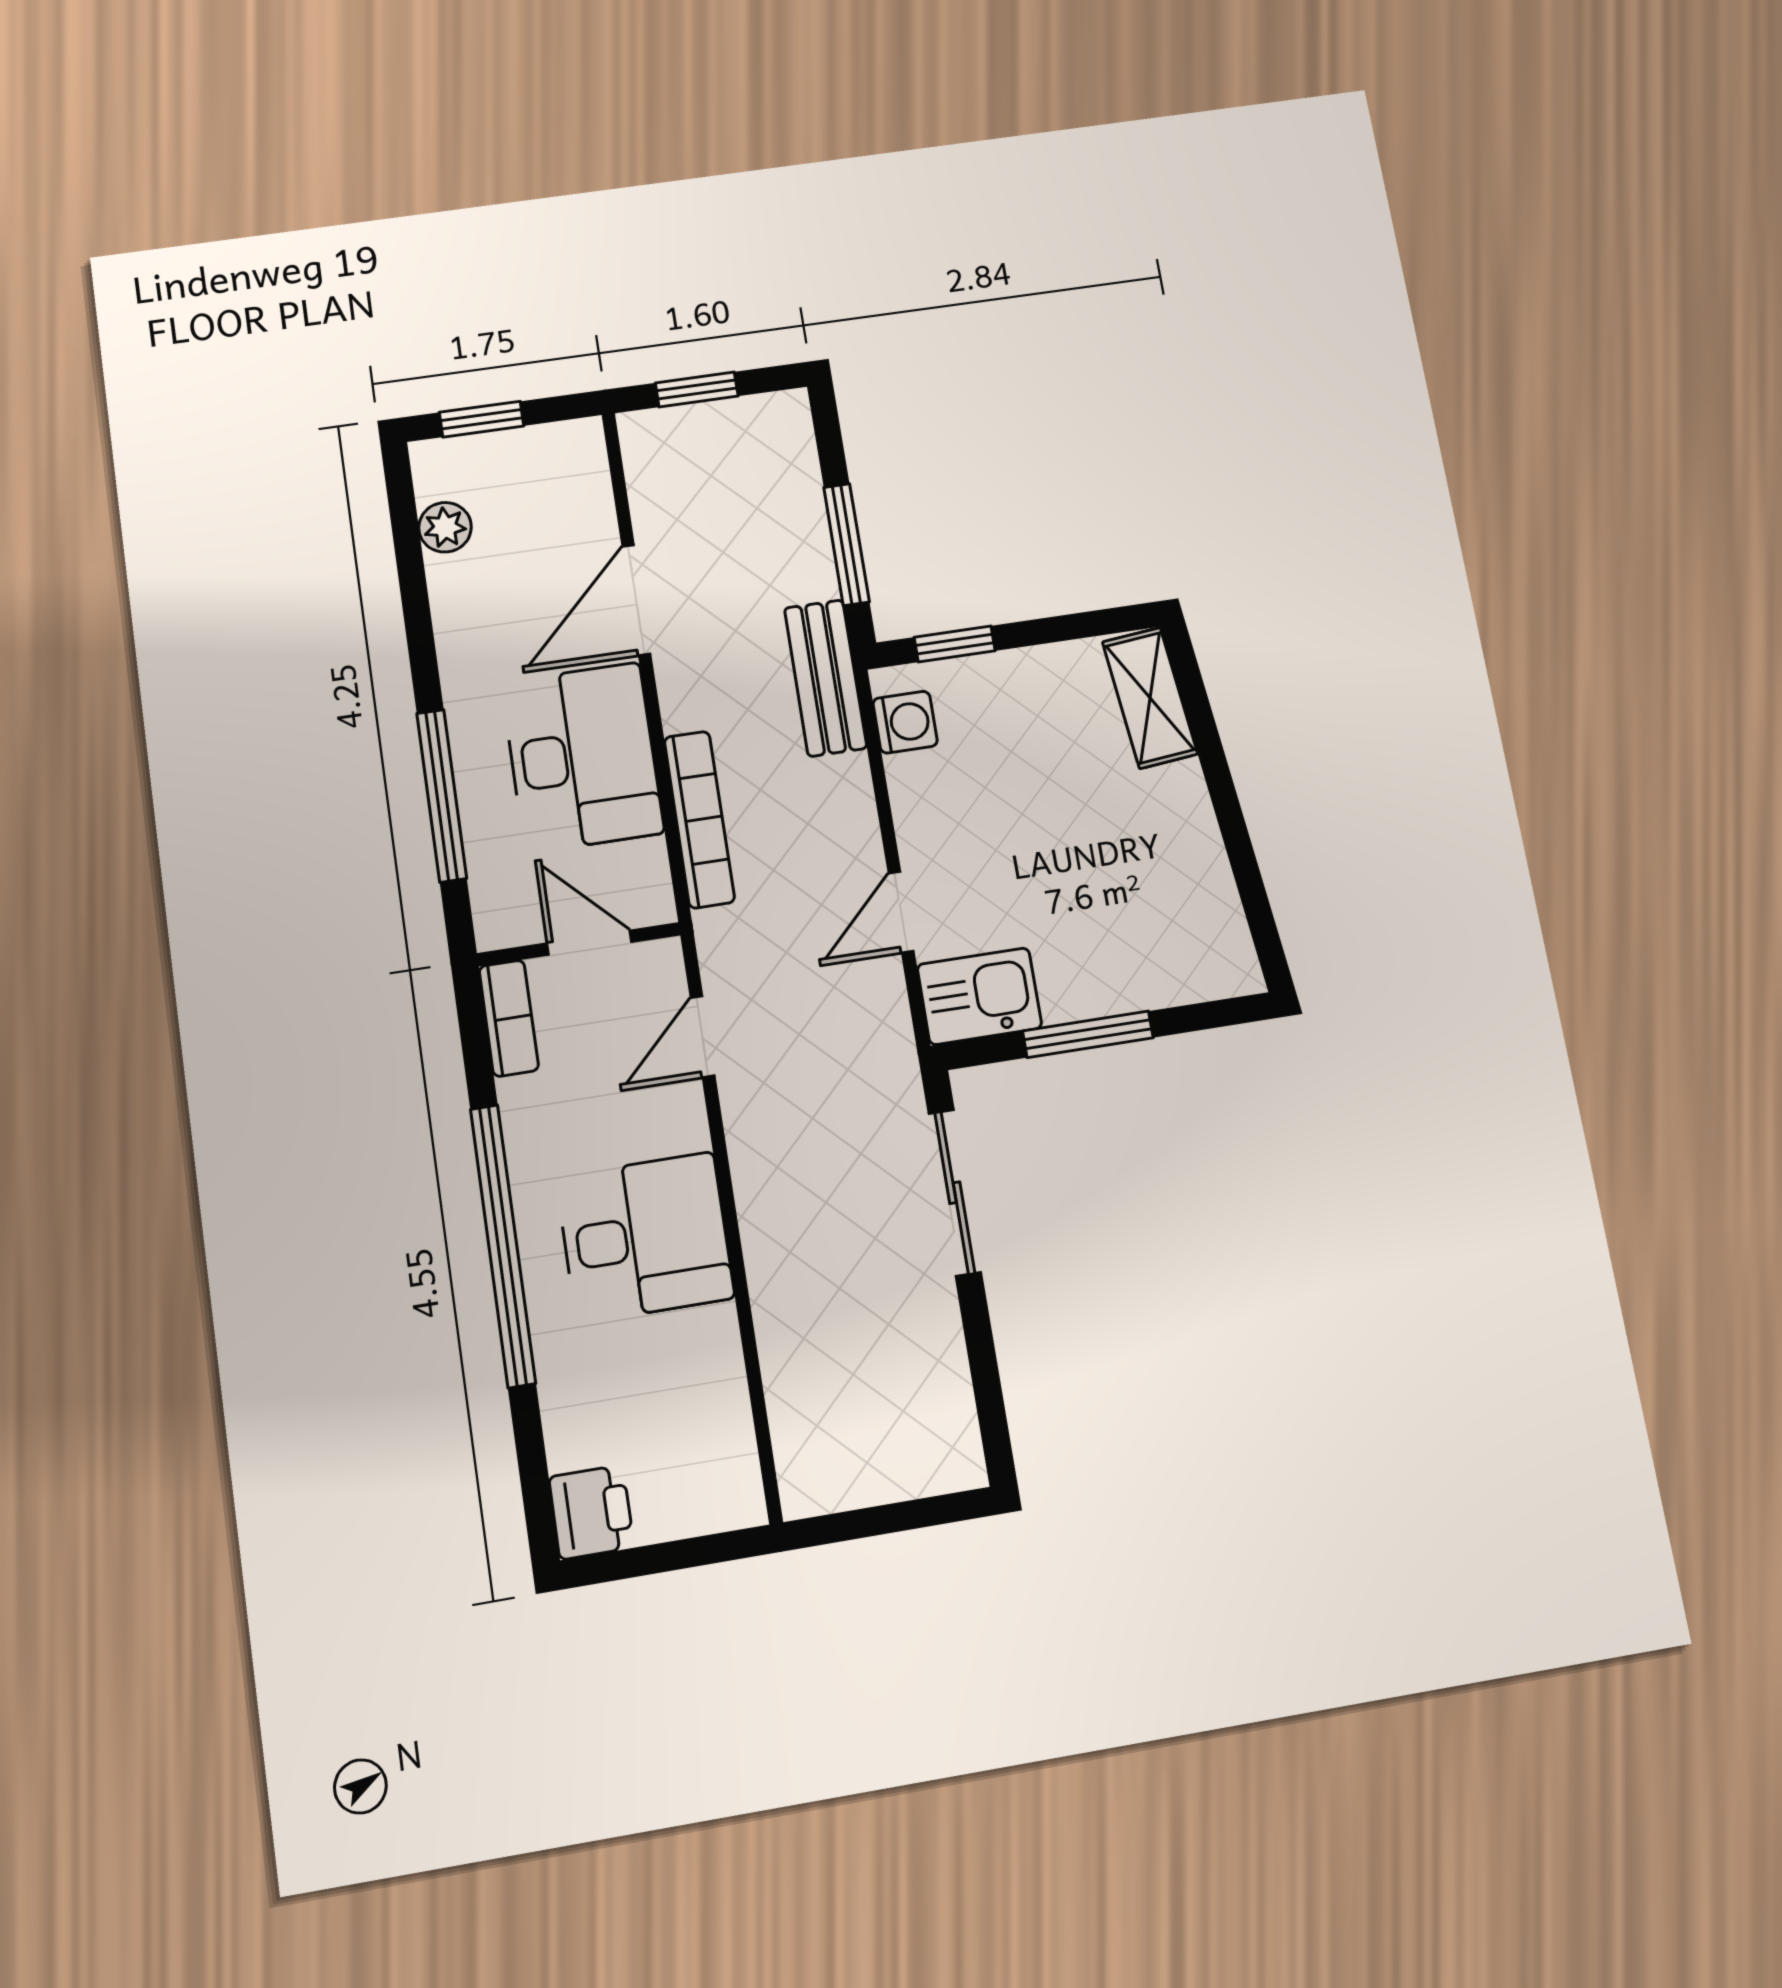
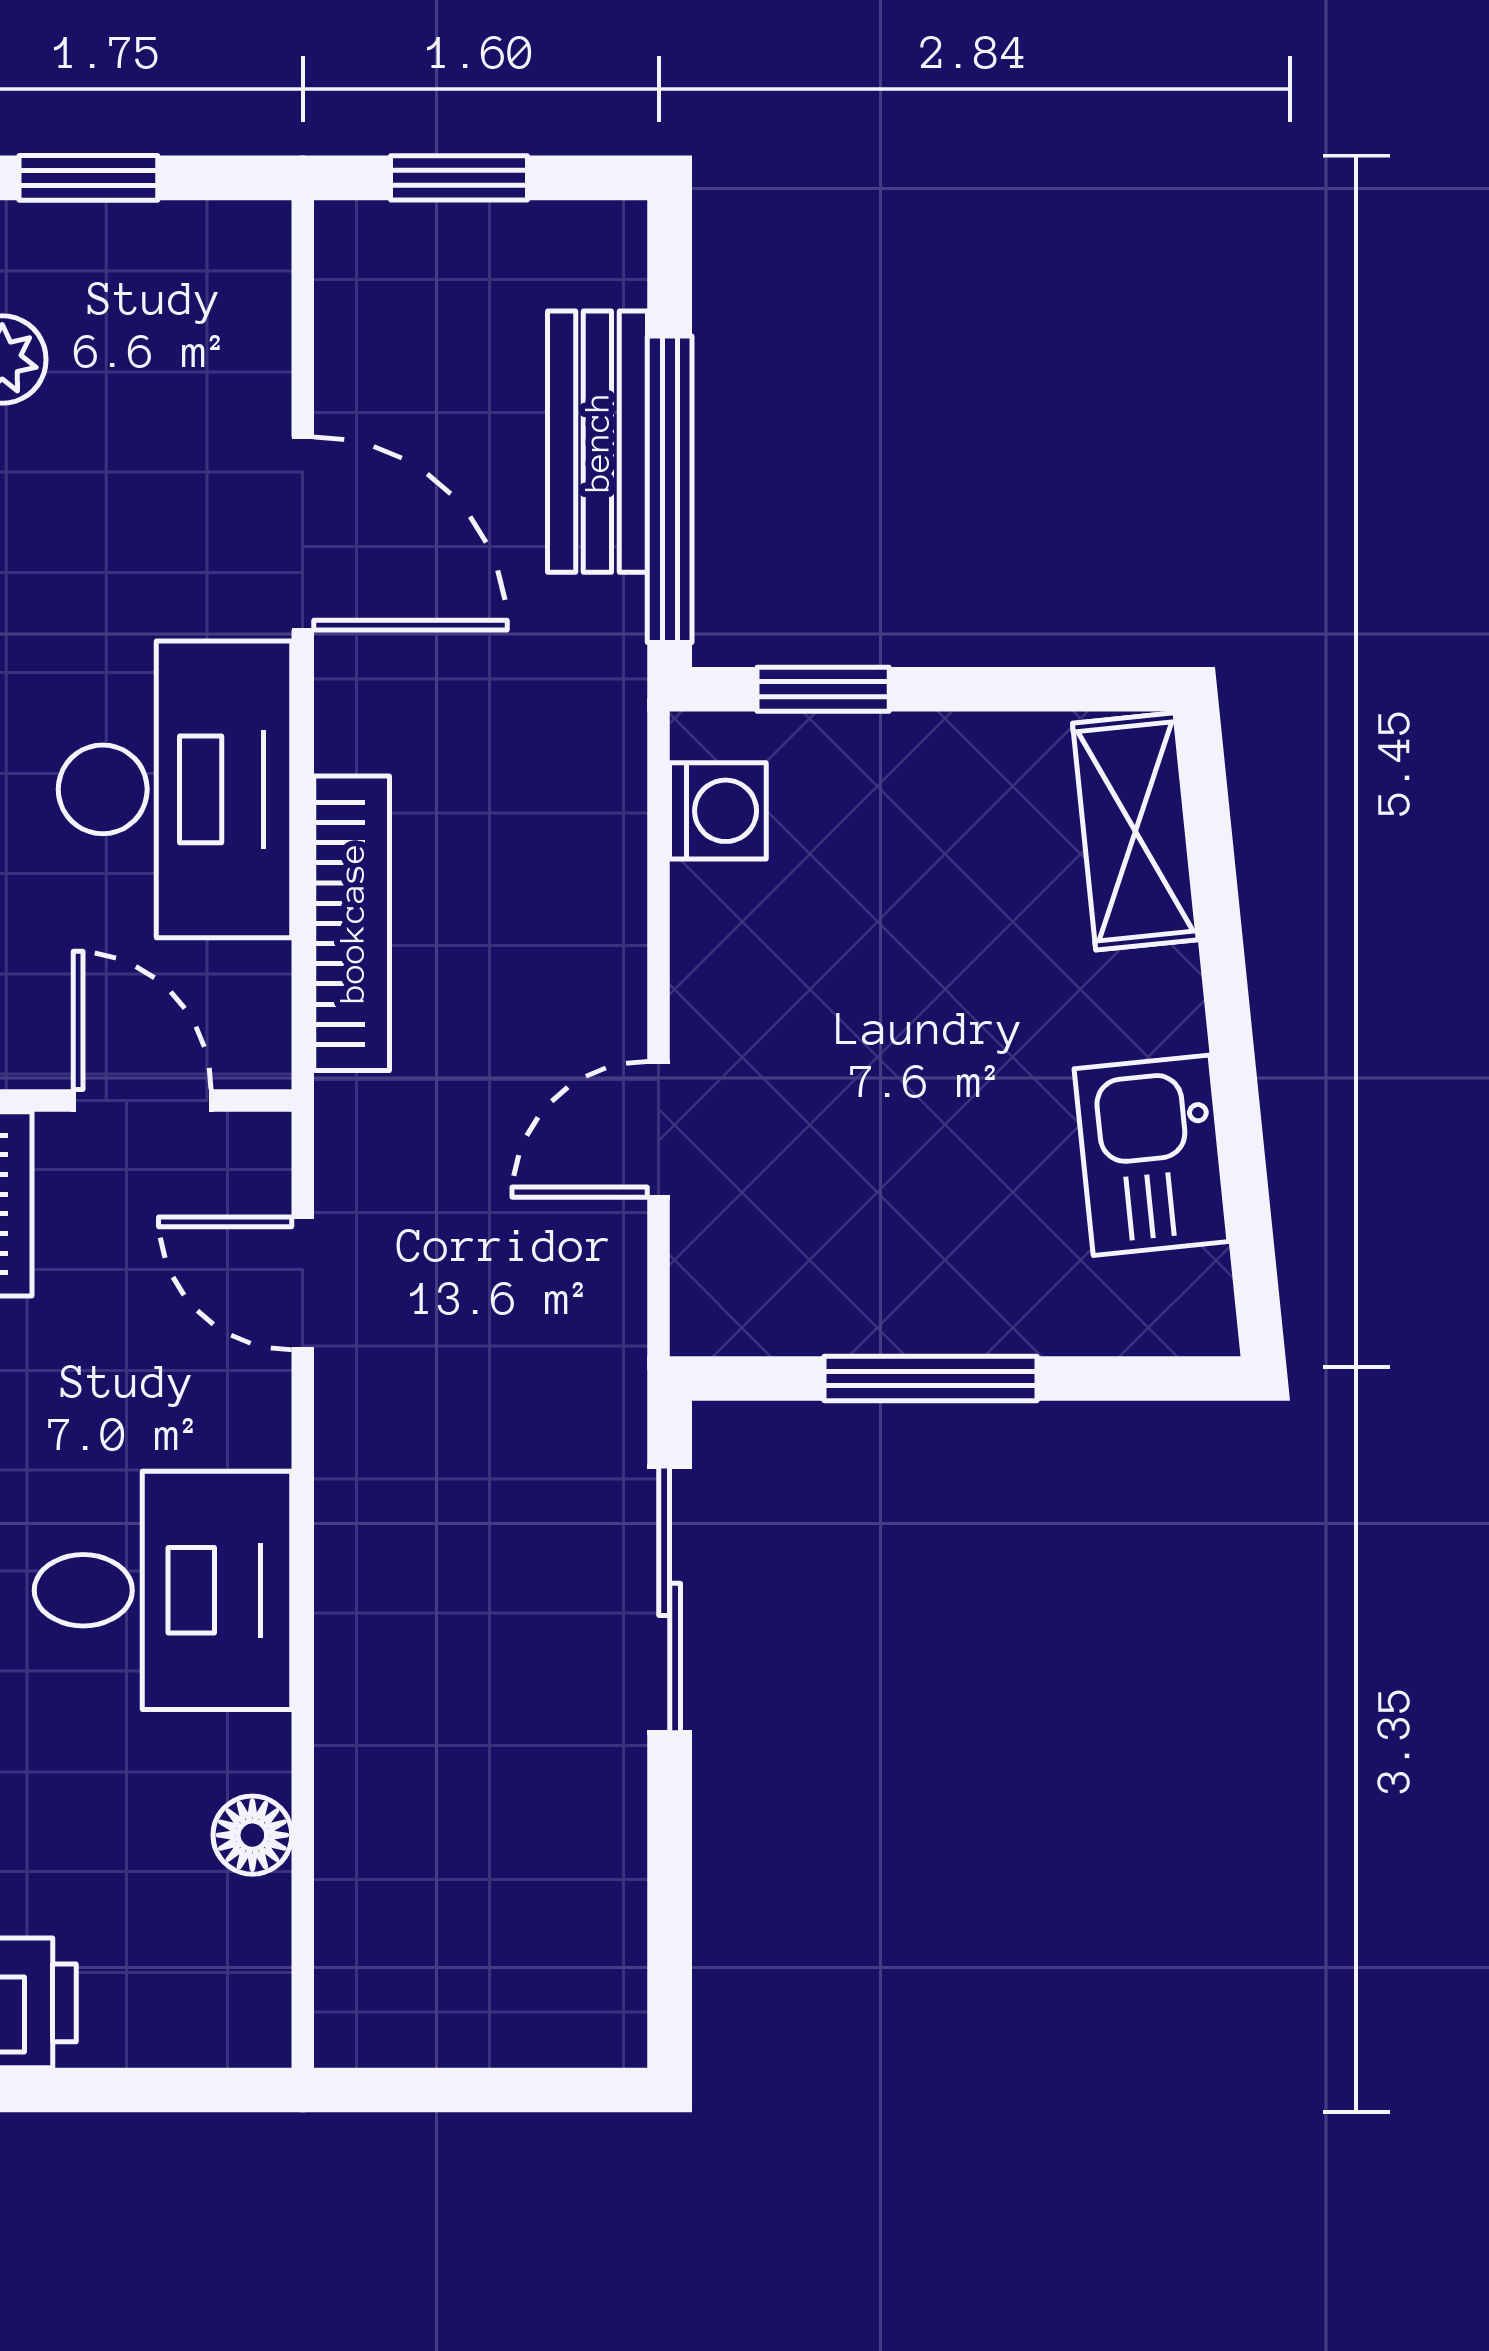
window: (846, 545) -> (670, 489), width x1.44
door: (636, 600) -> (303, 534), swing flipped
bench: (826, 678) -> (597, 442), moved
kitchen sink: (979, 996) -> (1152, 1155), moved, turned -96
door: (703, 1037) -> (303, 1283), hinge flipped
floor lamp: (723, 1381) -> (252, 1835), added

